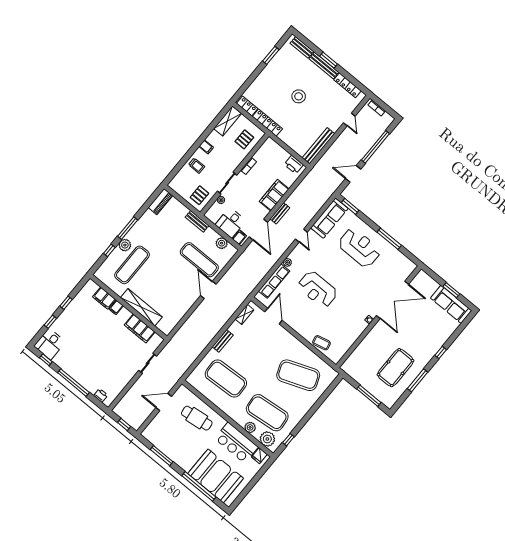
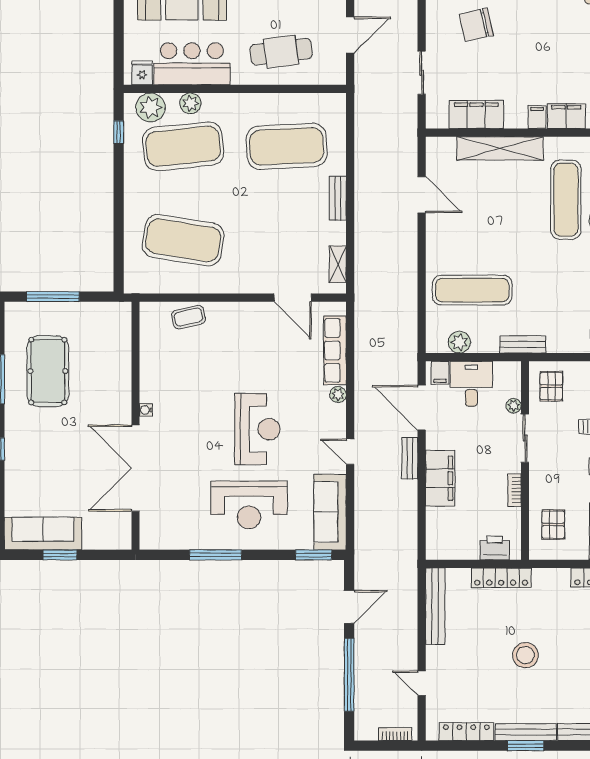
locker: (267, 123) -> (501, 578), moved
printer: (294, 165) -> (495, 548), moved
reception desk: (318, 289) -> (257, 429), moved, turned 90
door: (208, 290) -> (422, 195), moved
chair: (110, 364) -> (476, 25), added
exercise mat: (298, 375) -> (183, 240), turned 30

